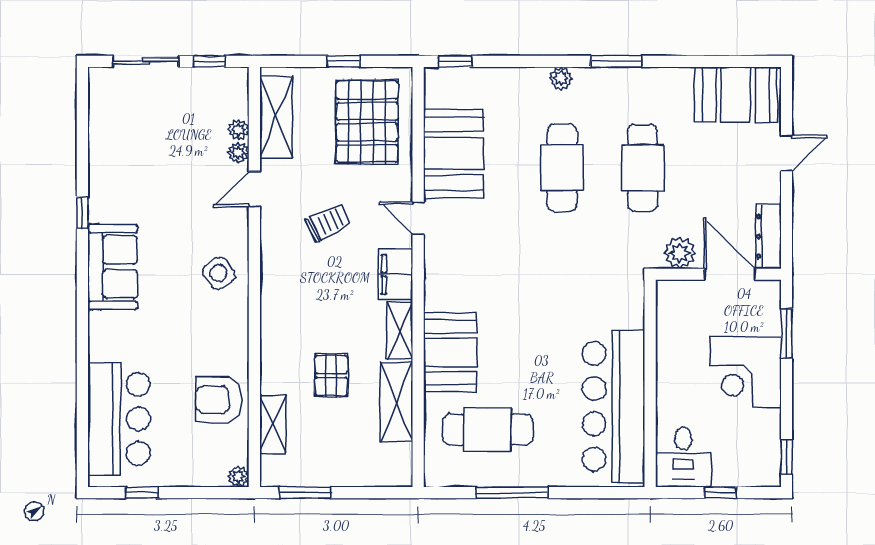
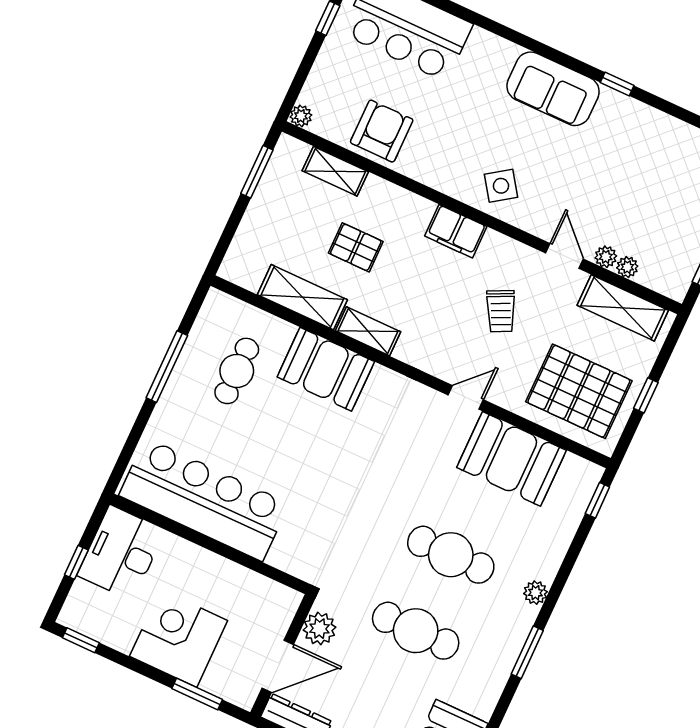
filing cabinet: (396, 274) -> (456, 231), moved, turned 180
cafe table: (488, 430) -> (237, 371), width x0.73, depth x0.74
desk: (683, 457) -> (121, 553), width x1.37

